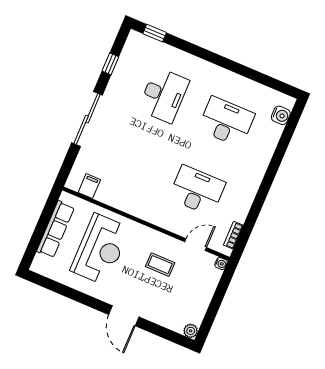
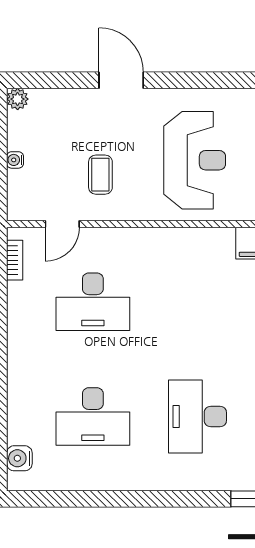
reception desk: (100, 249) -> (195, 160), turned 180
water cooler: (221, 264) -> (15, 160), moved
coffee table: (160, 265) -> (100, 175), turned 90

